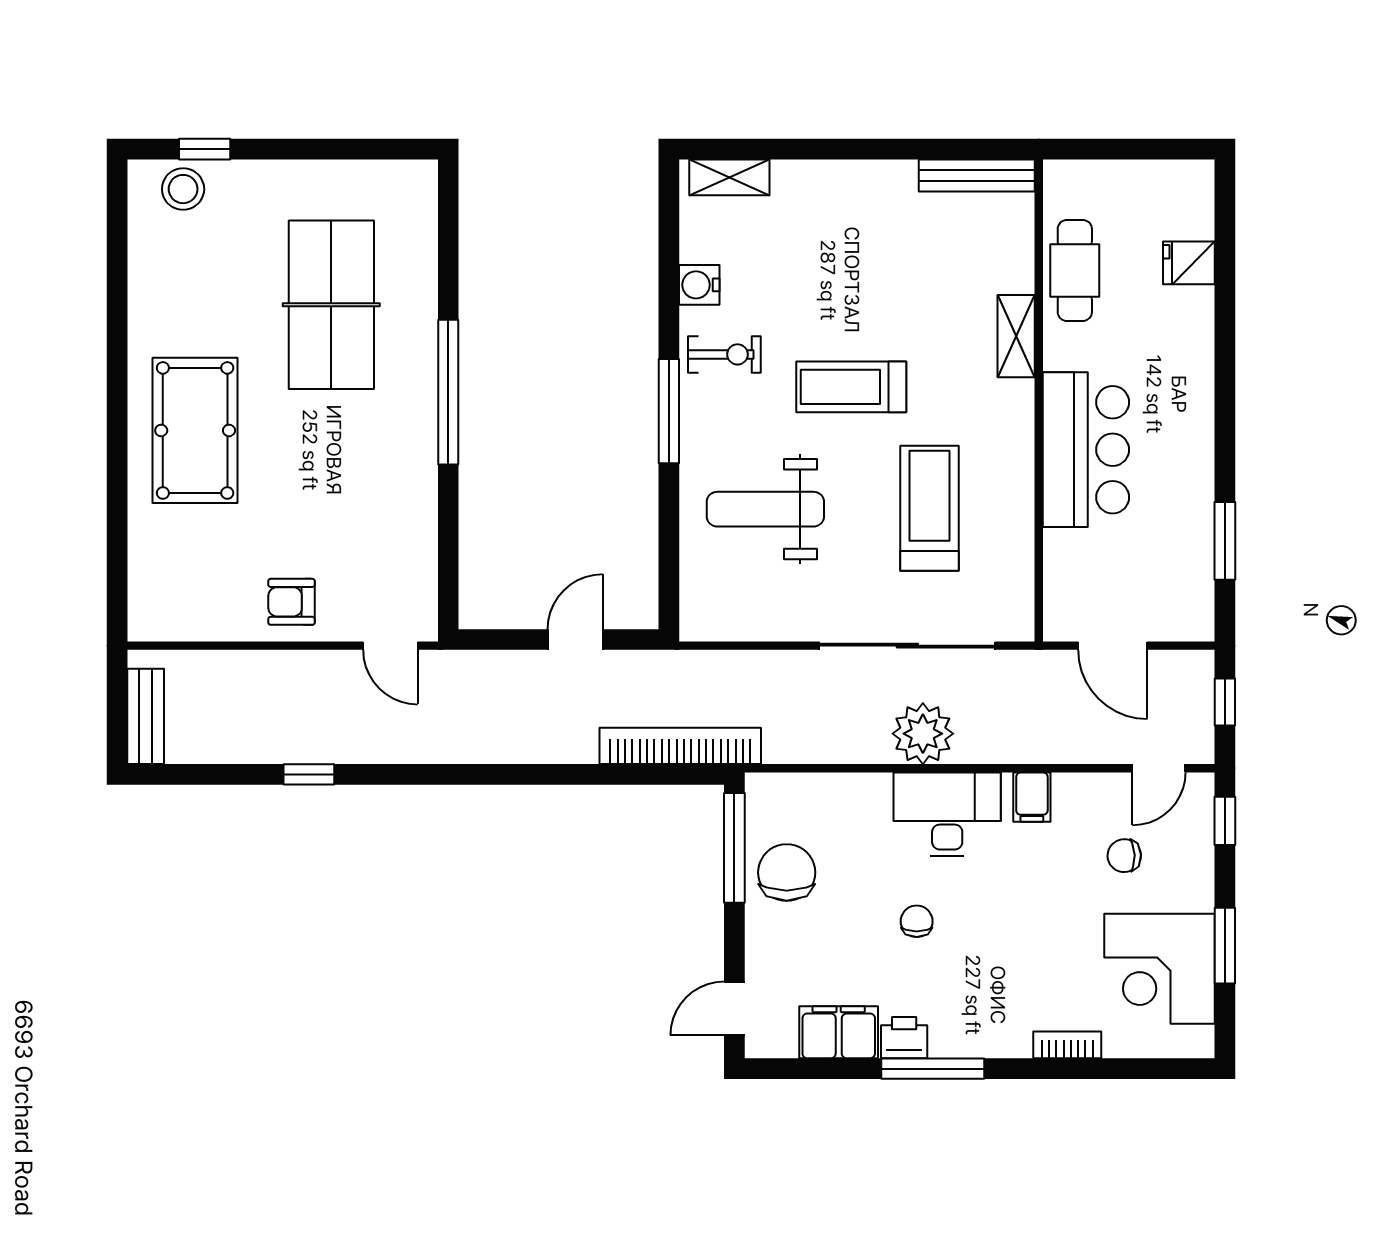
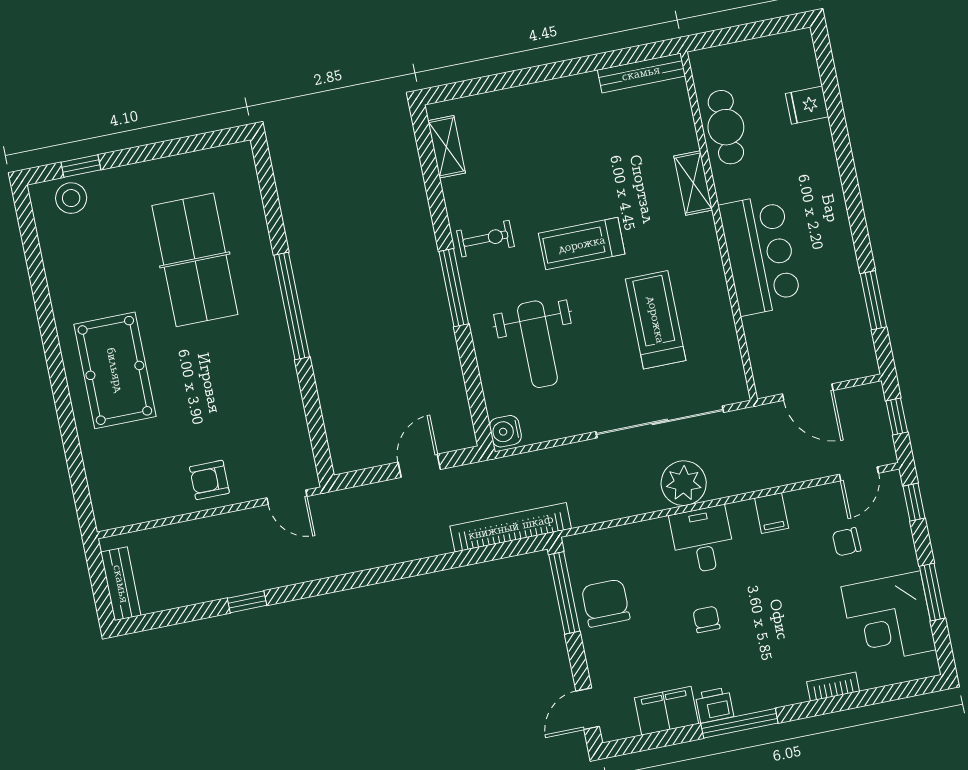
shelving: (729, 177) -> (447, 147), moved, turned 90
water cooler: (699, 285) -> (505, 431), moved
weight bench: (765, 509) -> (537, 344), turned -90
desk: (947, 814) -> (702, 540), width x0.73

